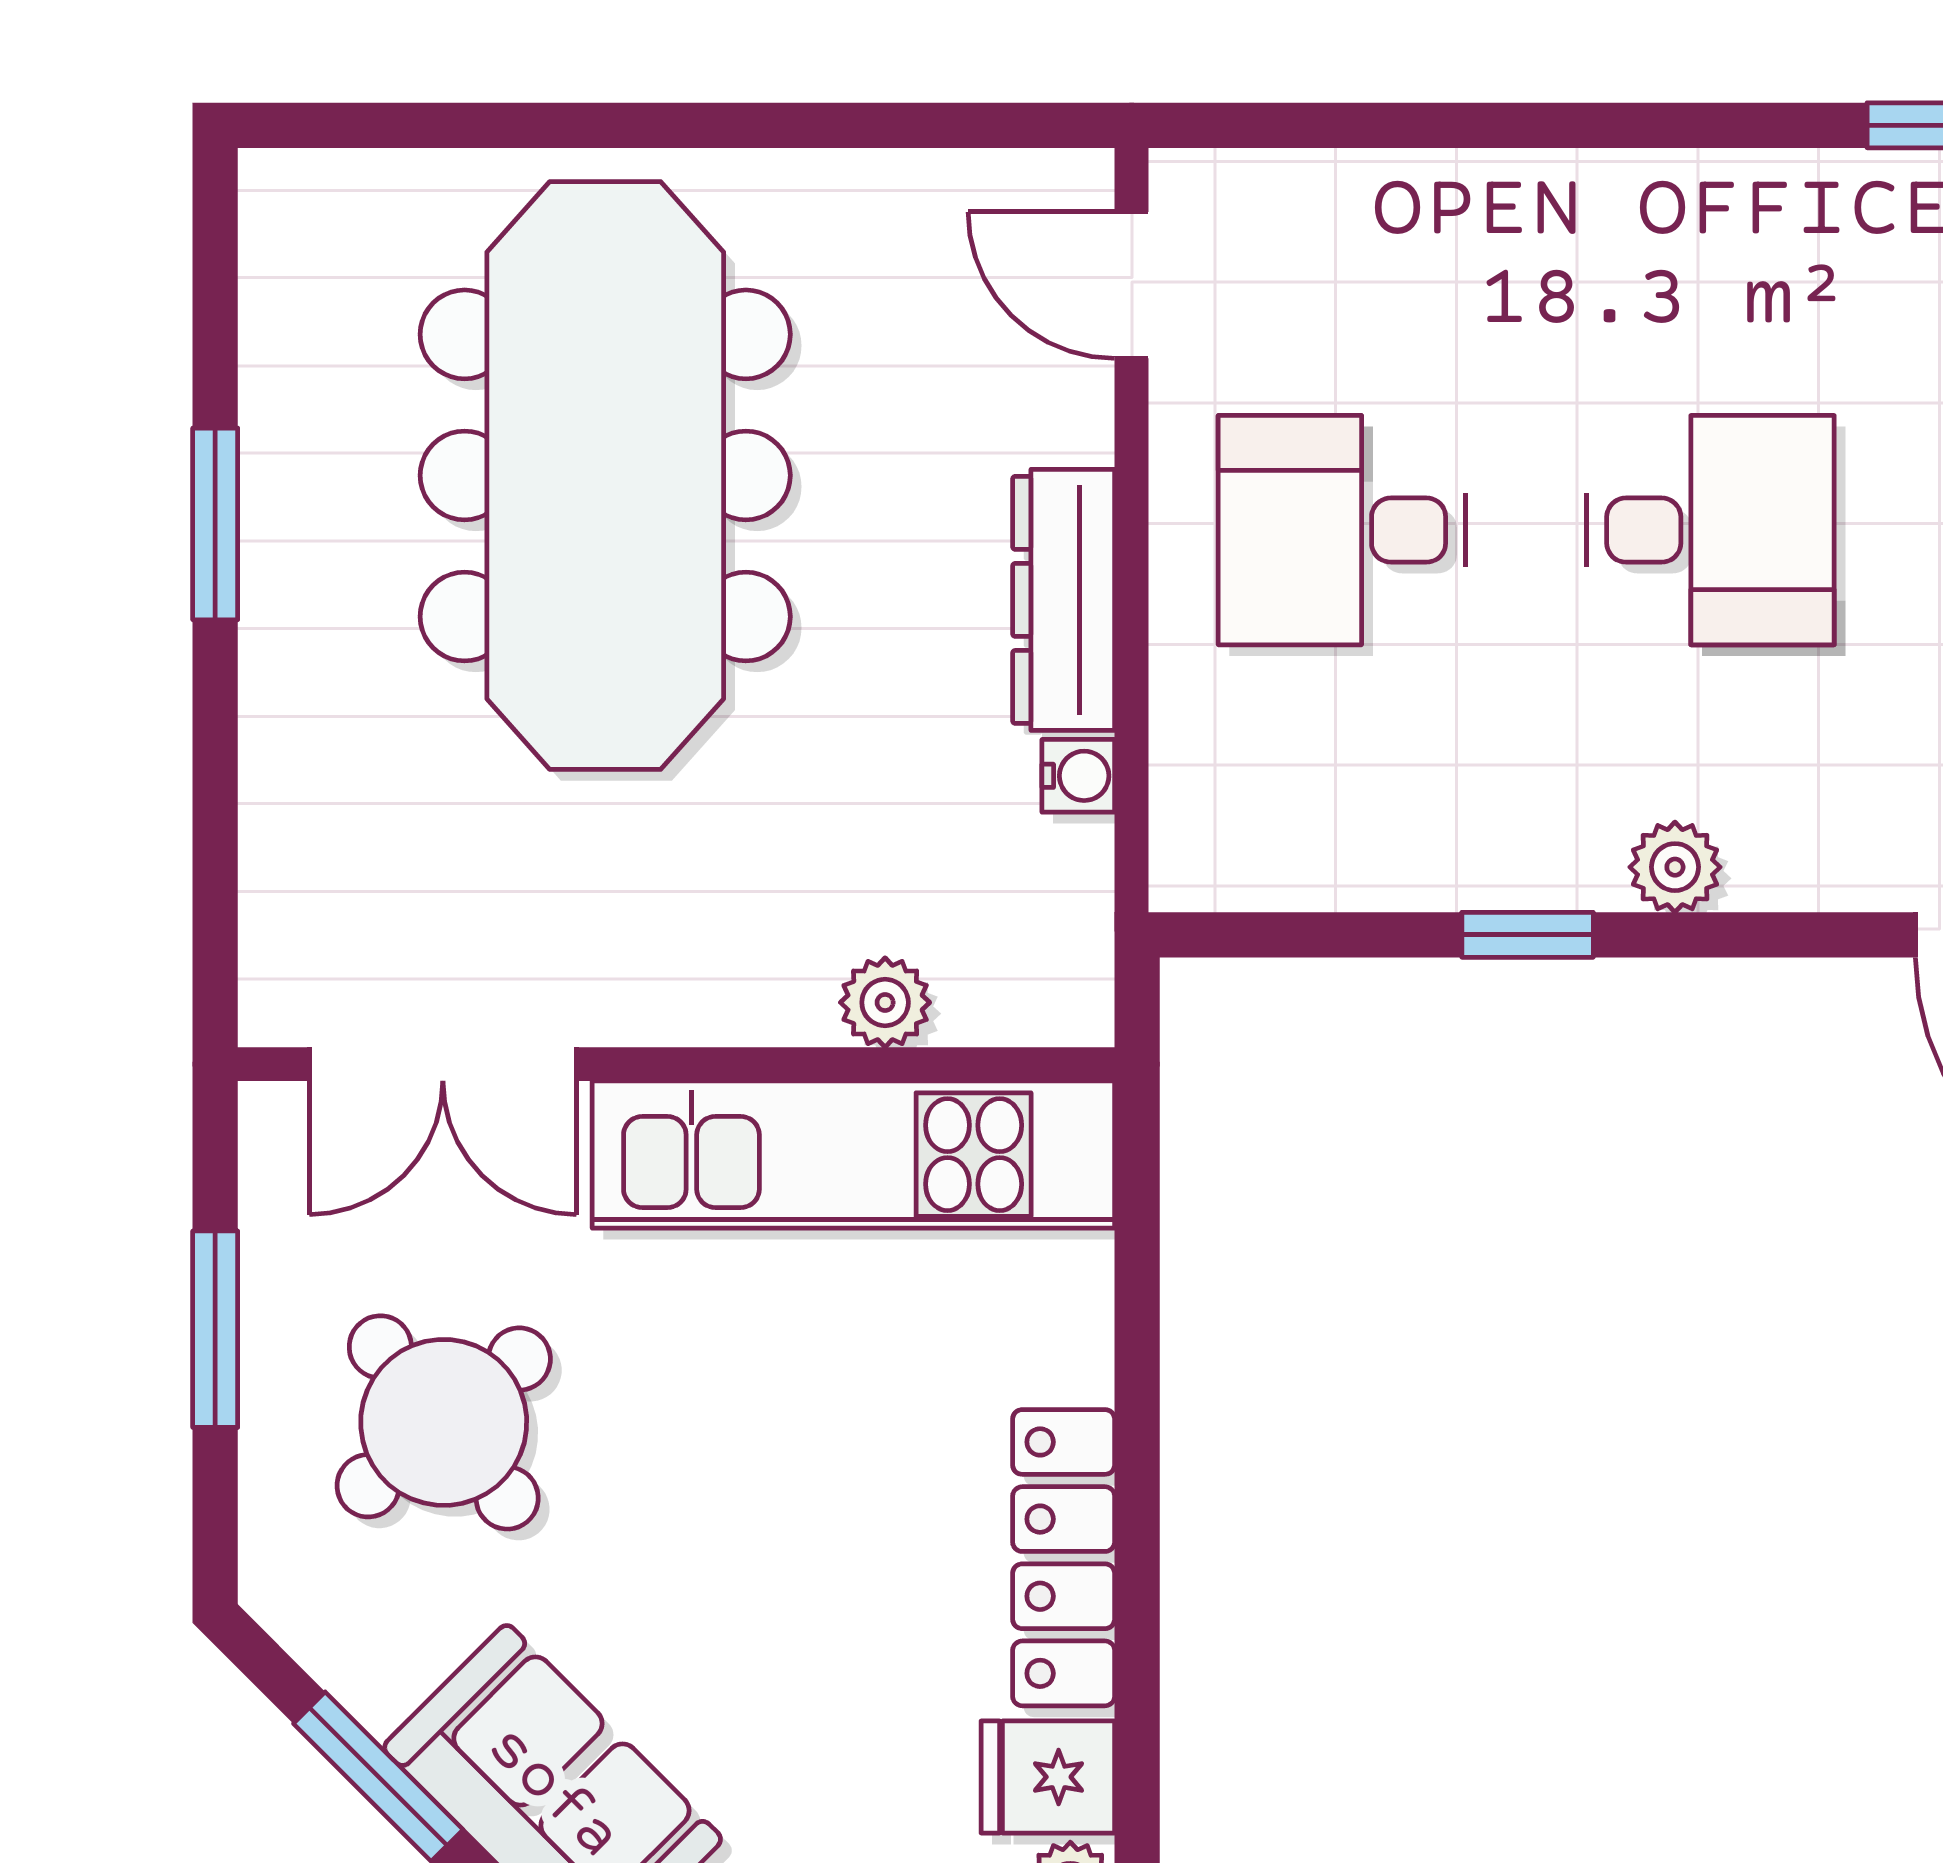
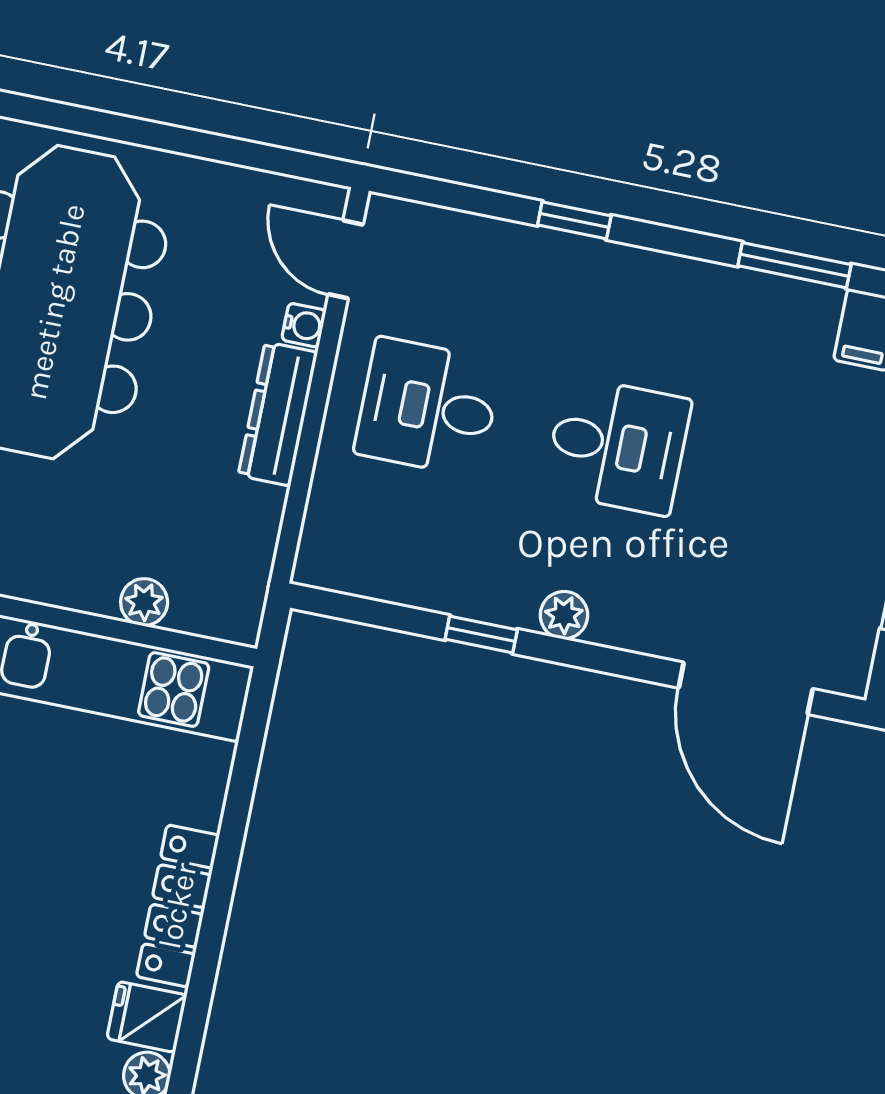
window: (1544, 125) -> (574, 220), added
water cooler: (1078, 776) -> (304, 325), moved

